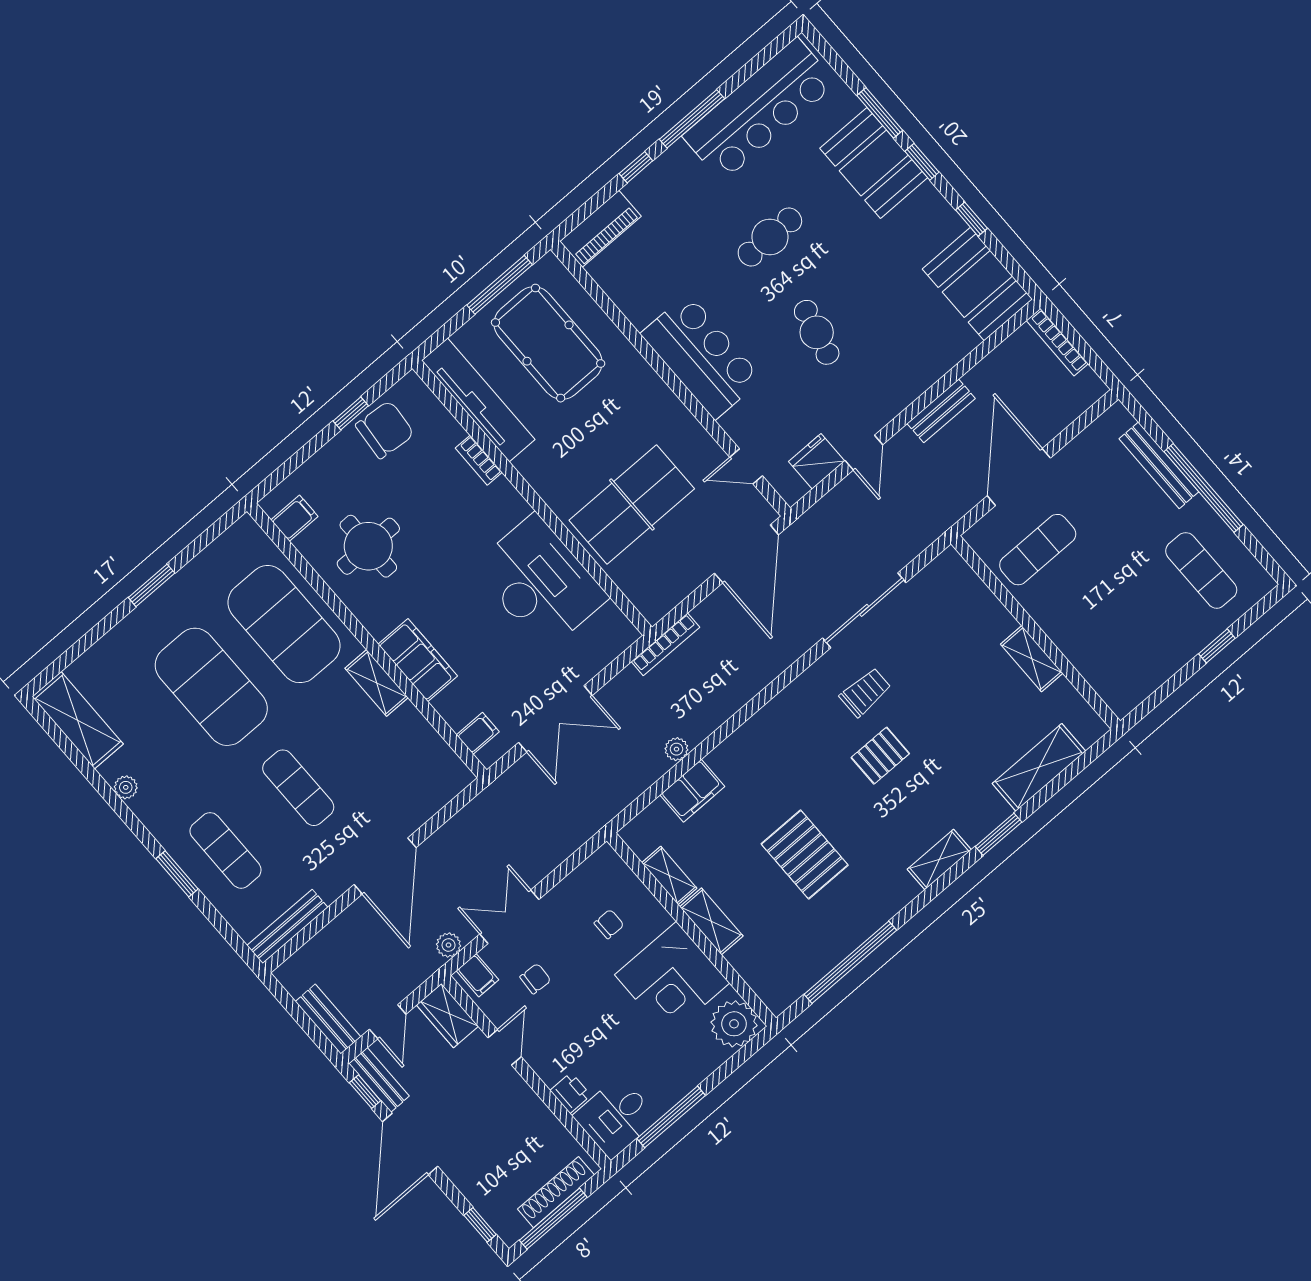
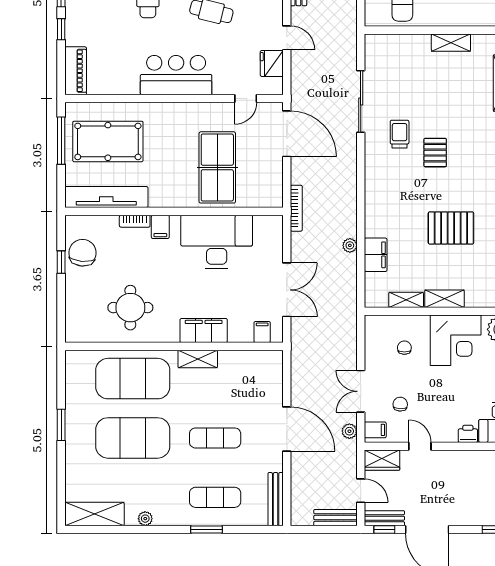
filing cabinet: (294, 518) -> (160, 227), moved, turned 180

